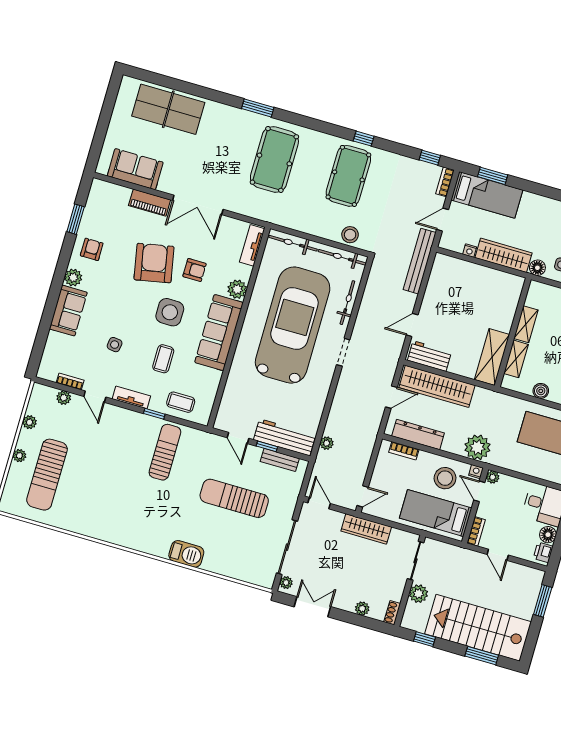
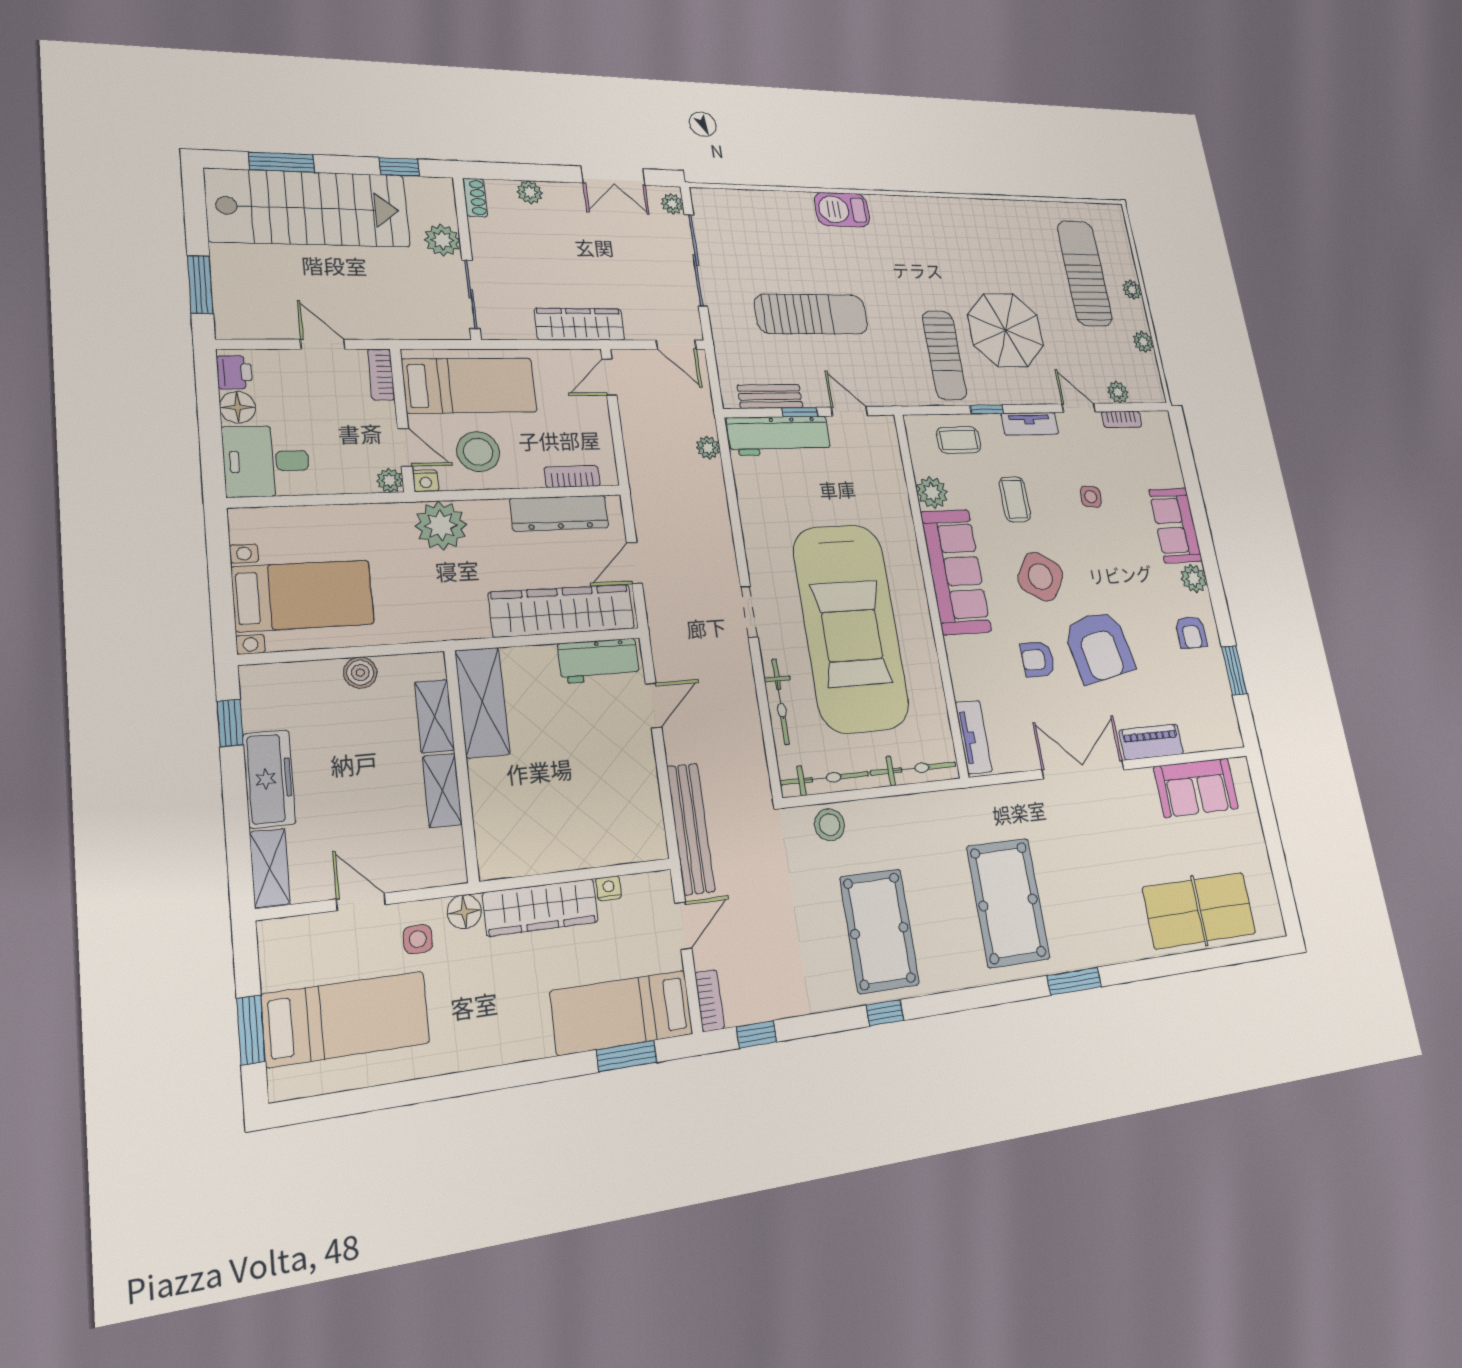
plant: (237, 289) -> (932, 492), moved
side table: (170, 312) -> (1040, 577), turned 32
parasol: (118, 455) -> (1006, 330), added

